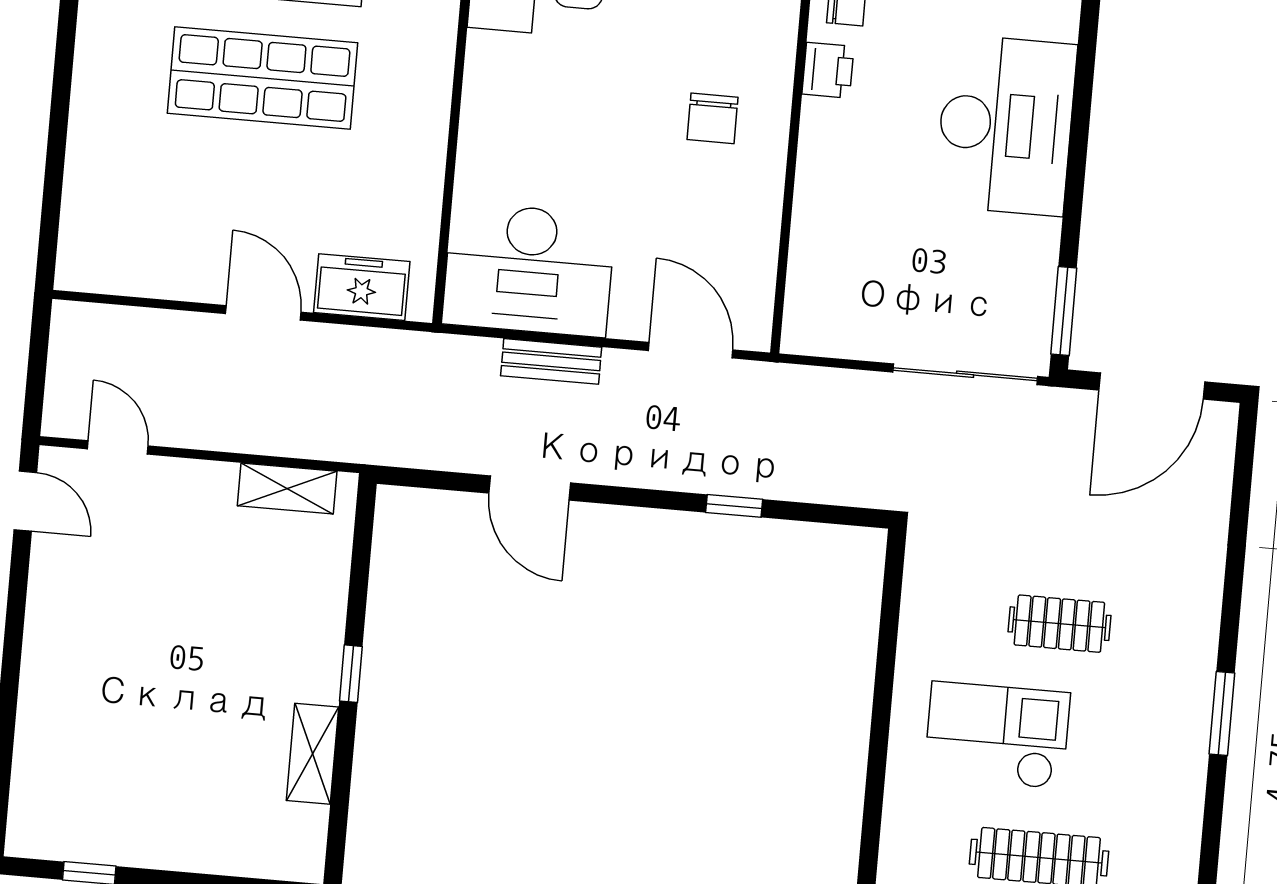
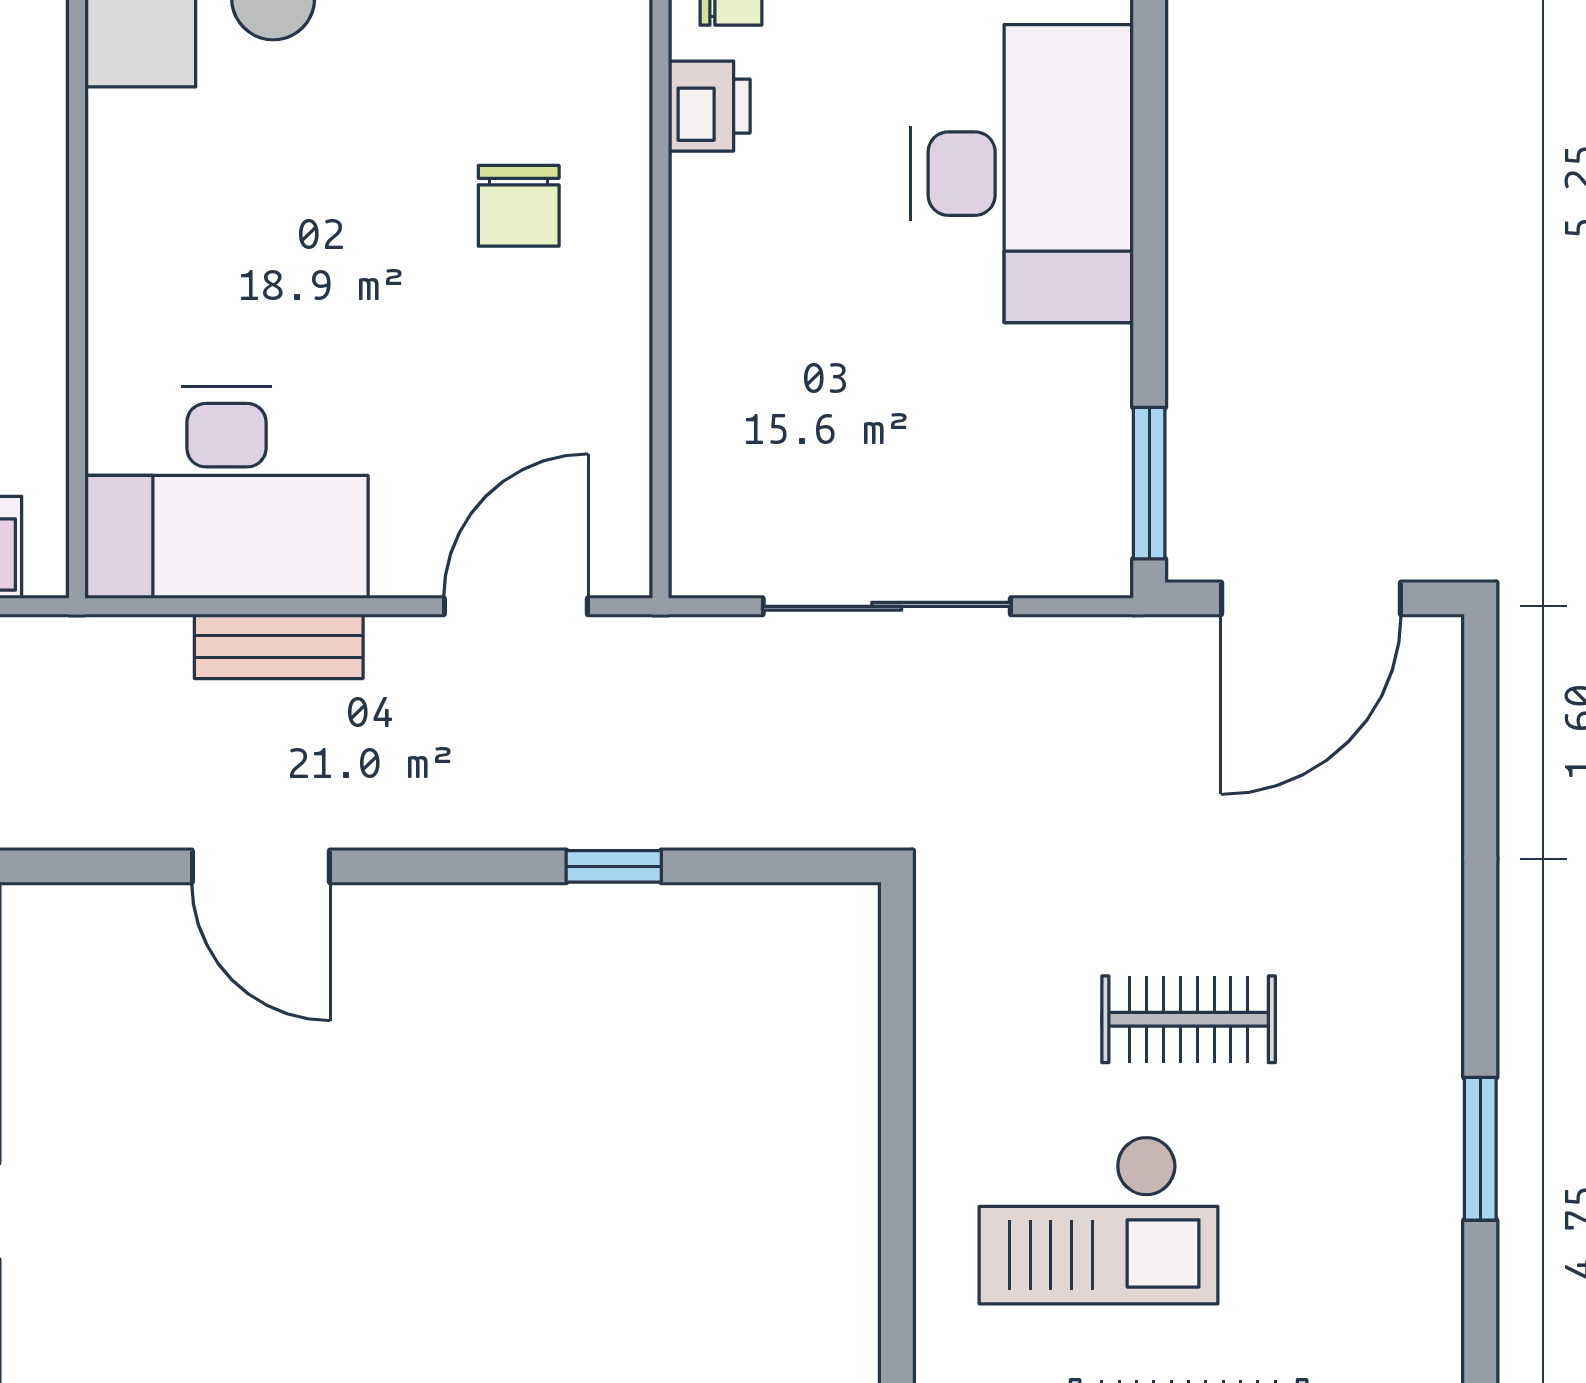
door: (691, 350) -> (516, 606), hinge flipped
sliding door: (965, 374) -> (887, 606), moved
checkout: (997, 735) -> (1099, 1220), turned 180

